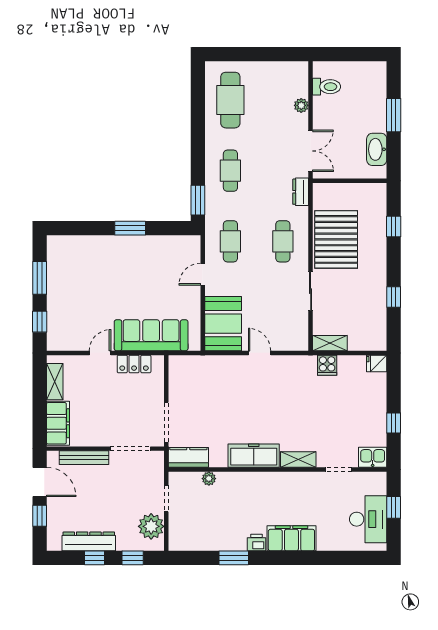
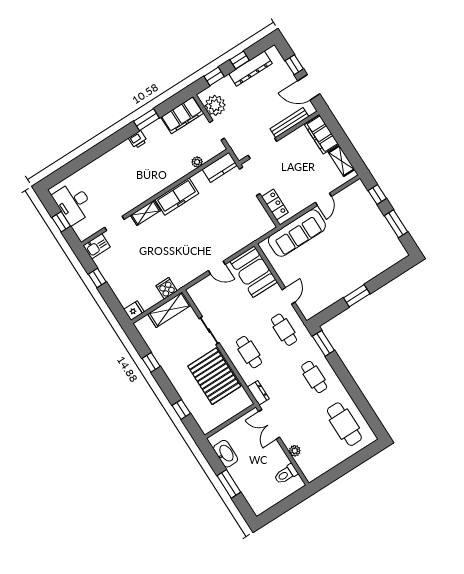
shelving: (330, 343) -> (169, 310), width x1.50, depth x1.33
locker: (134, 364) -> (275, 205), moved, turned 90
filing cabinet: (291, 538) -> (182, 115), moved

